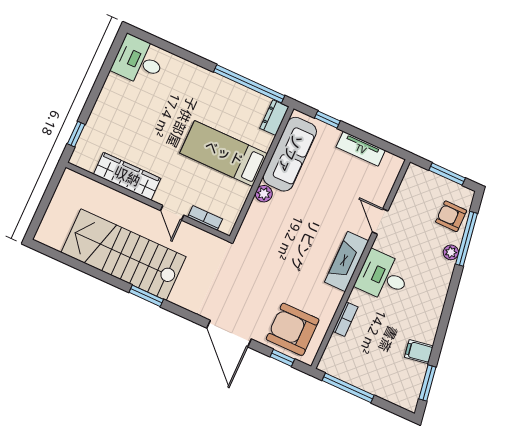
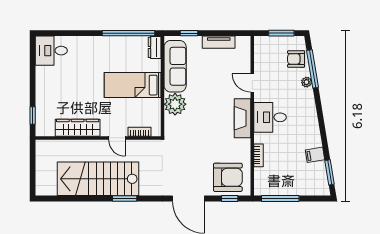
plant: (264, 194) -> (175, 104), width x1.87, depth x1.87
armchair: (293, 329) -> (228, 177), turned 180

